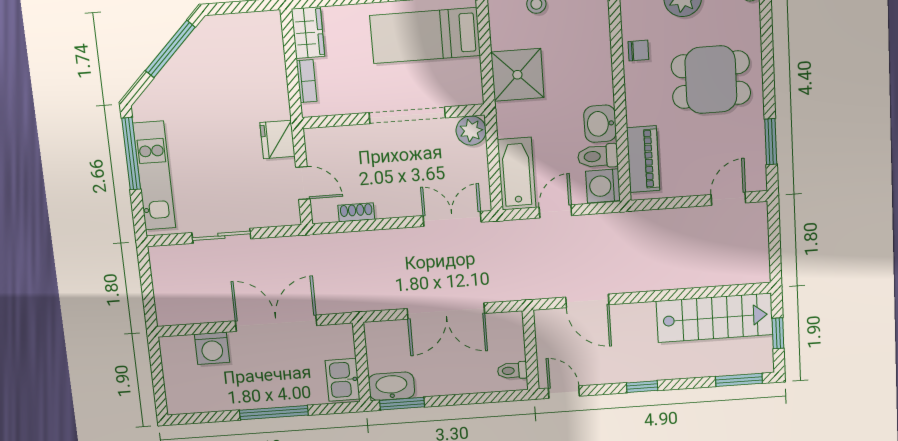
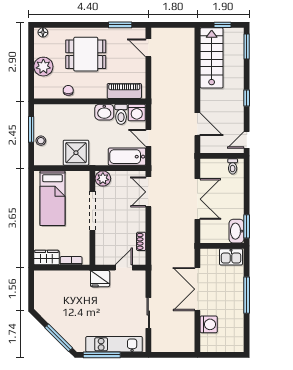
window: (170, 49) -> (59, 338), moved
dining table: (711, 80) -> (86, 54), turned 90
door: (587, 301) -> (197, 124), hinge flipped

